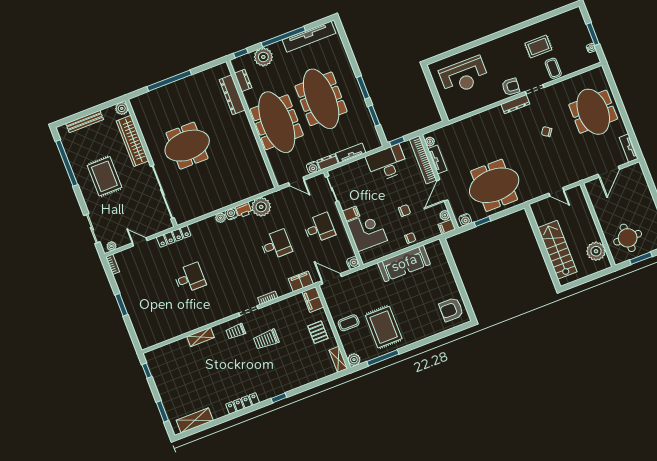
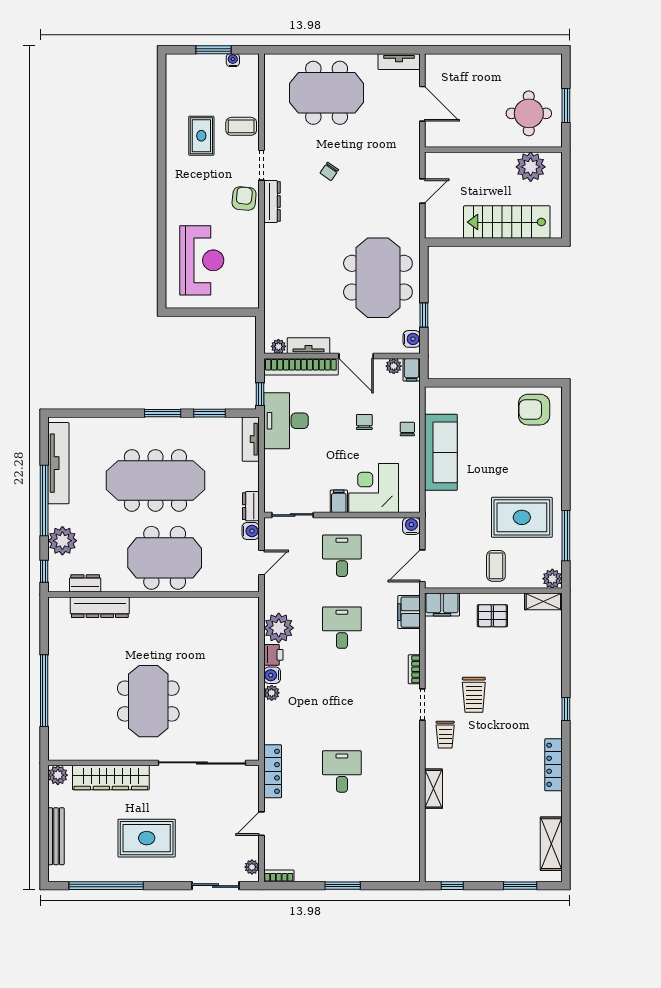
meeting table: (277, 122) -> (165, 558), width x0.73
tv unit: (351, 153) -> (251, 439), moved
armchair: (451, 310) -> (534, 410), turned 90

